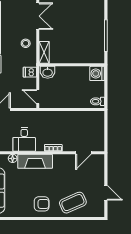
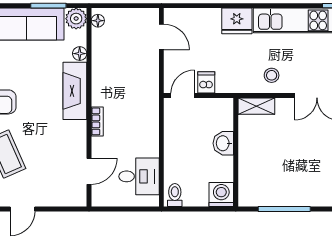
dishwasher: (30, 72) -> (206, 82), moved
washbasin: (48, 72) -> (223, 143), moved
desk: (24, 139) -> (139, 176), moved, turned 180
door: (83, 153) -> (89, 171), swing flipped

